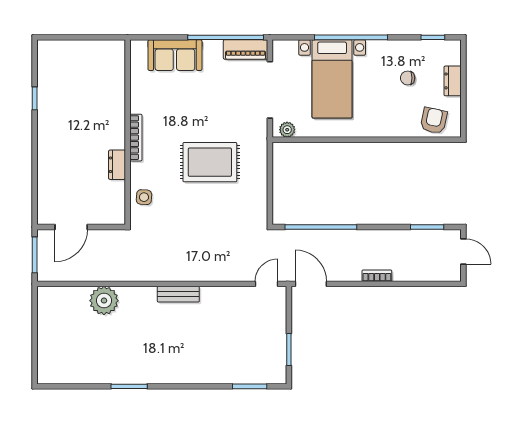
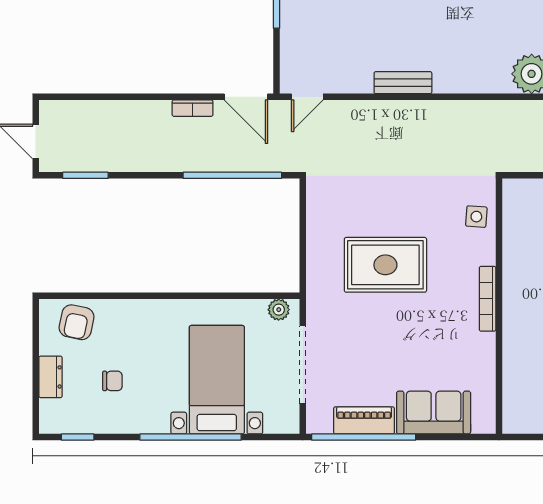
piano: (246, 49) -> (364, 420), moved
dresser: (117, 165) -> (514, 261), removed
bookcase: (377, 276) -> (193, 108), moved
bench: (178, 294) -> (403, 83), moved

